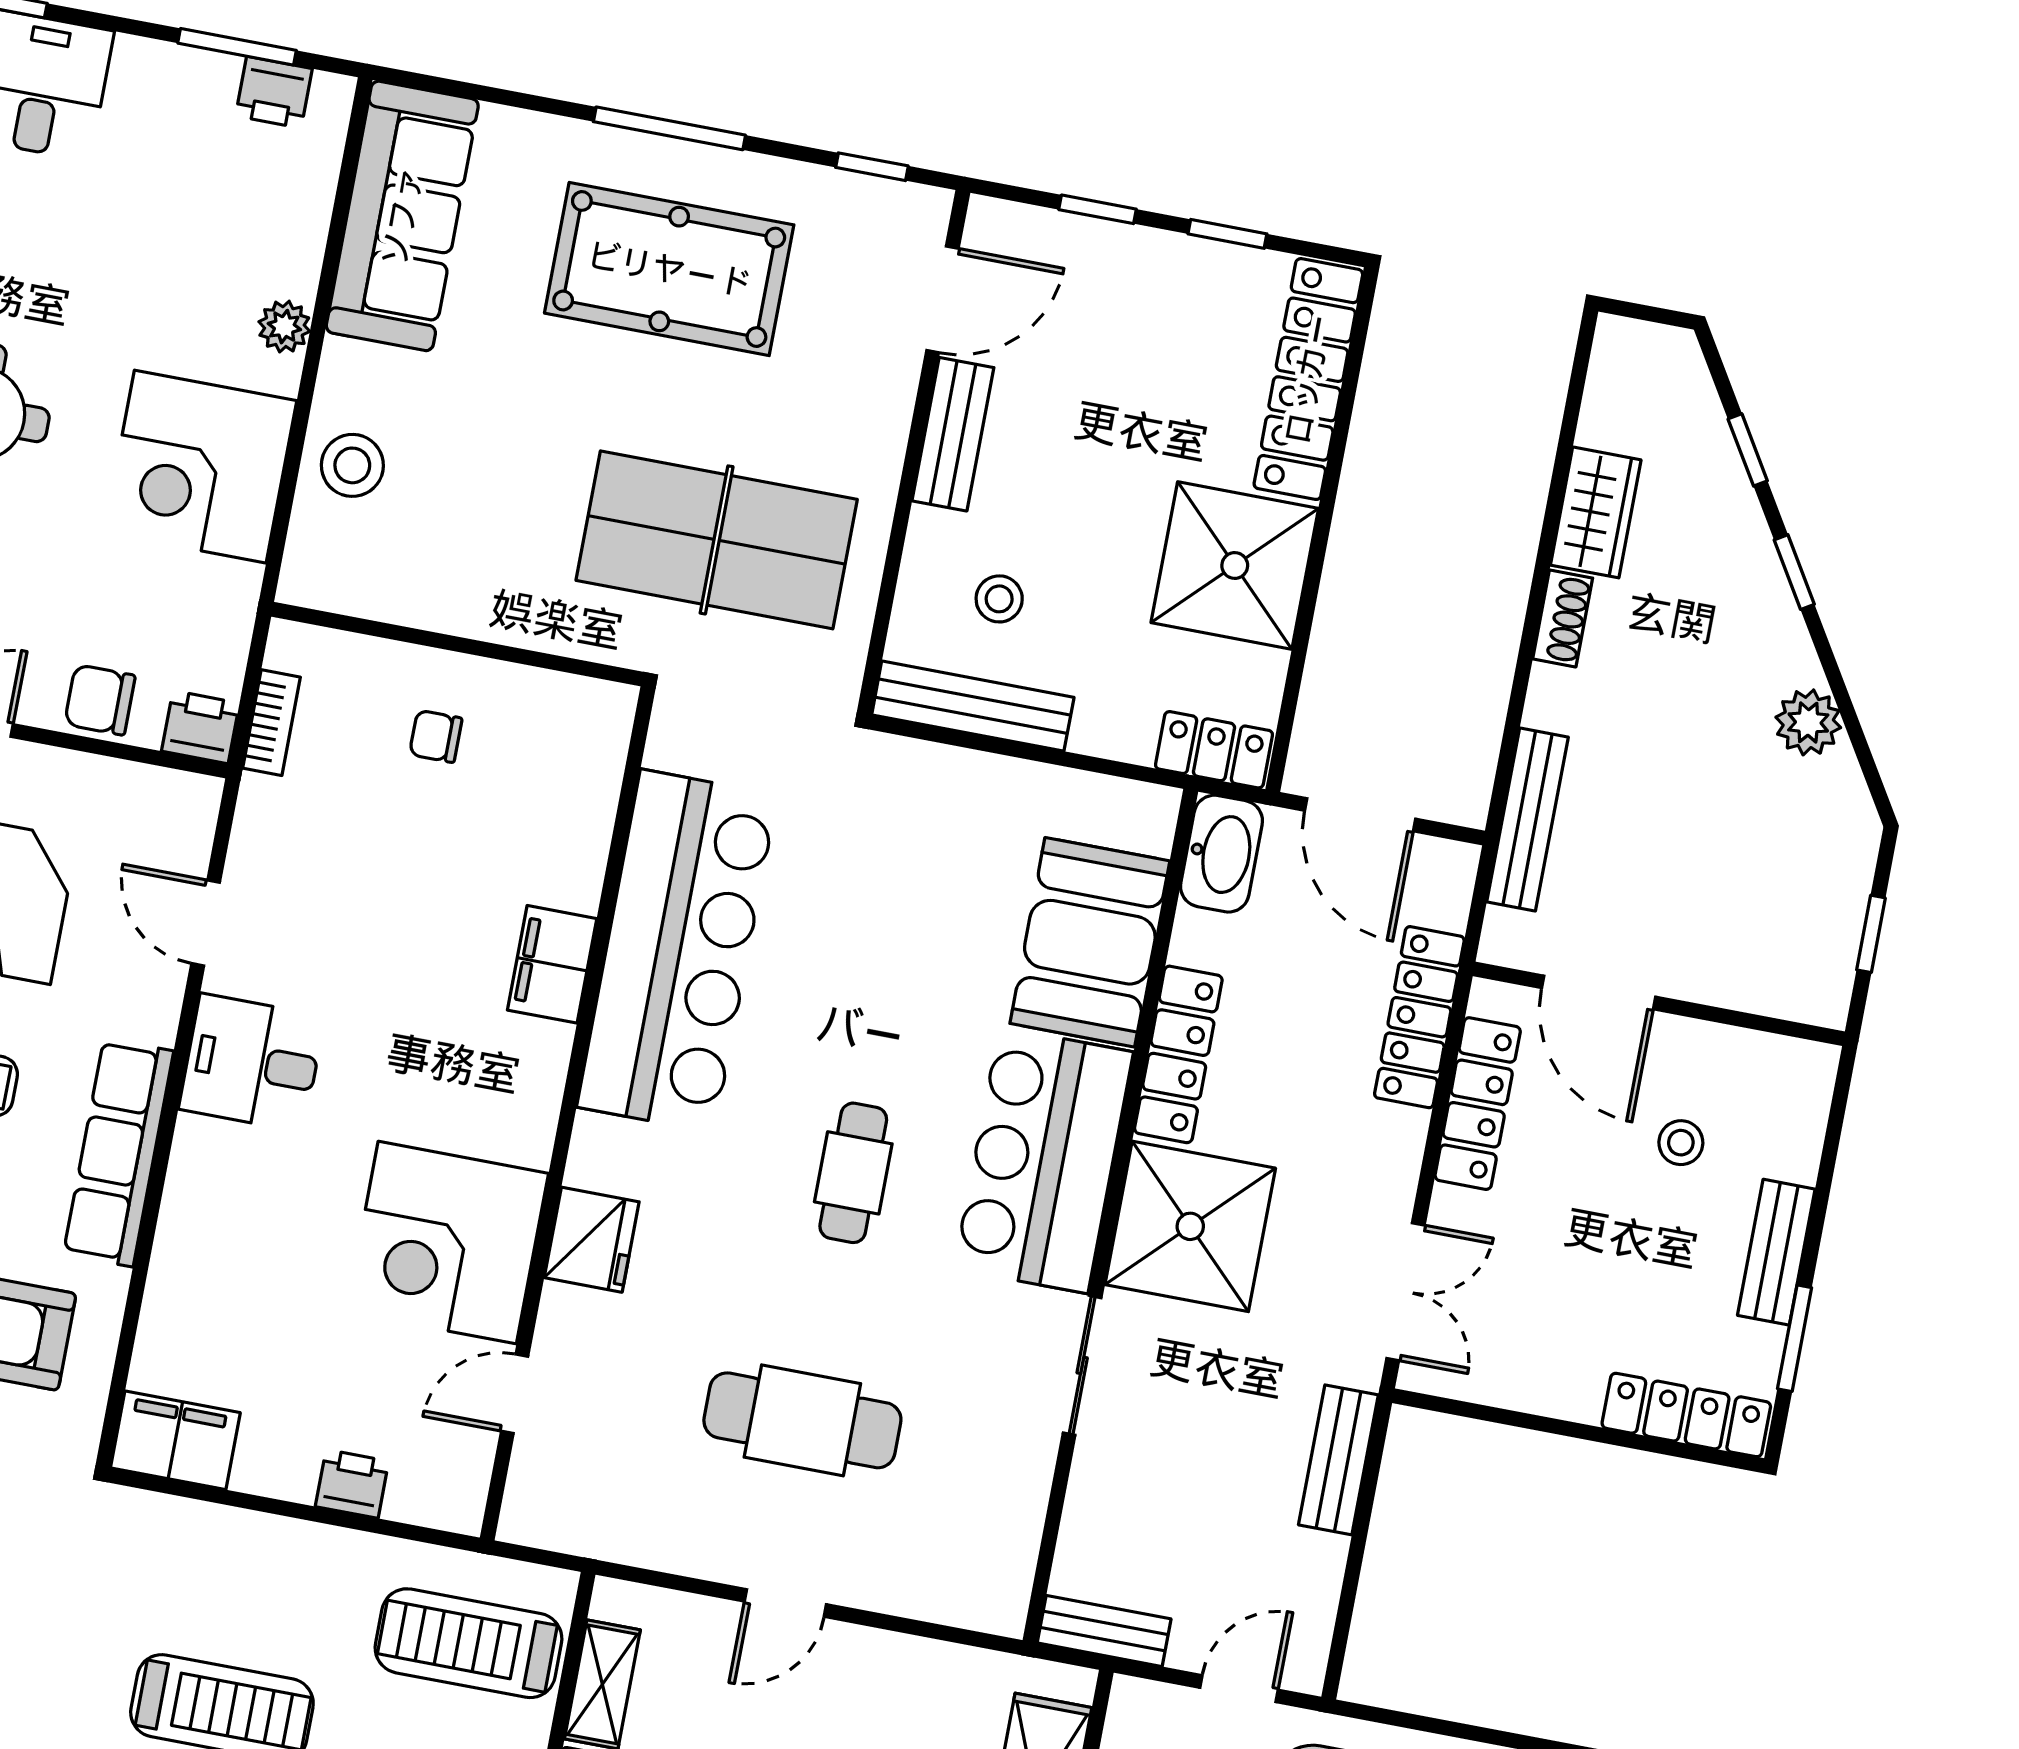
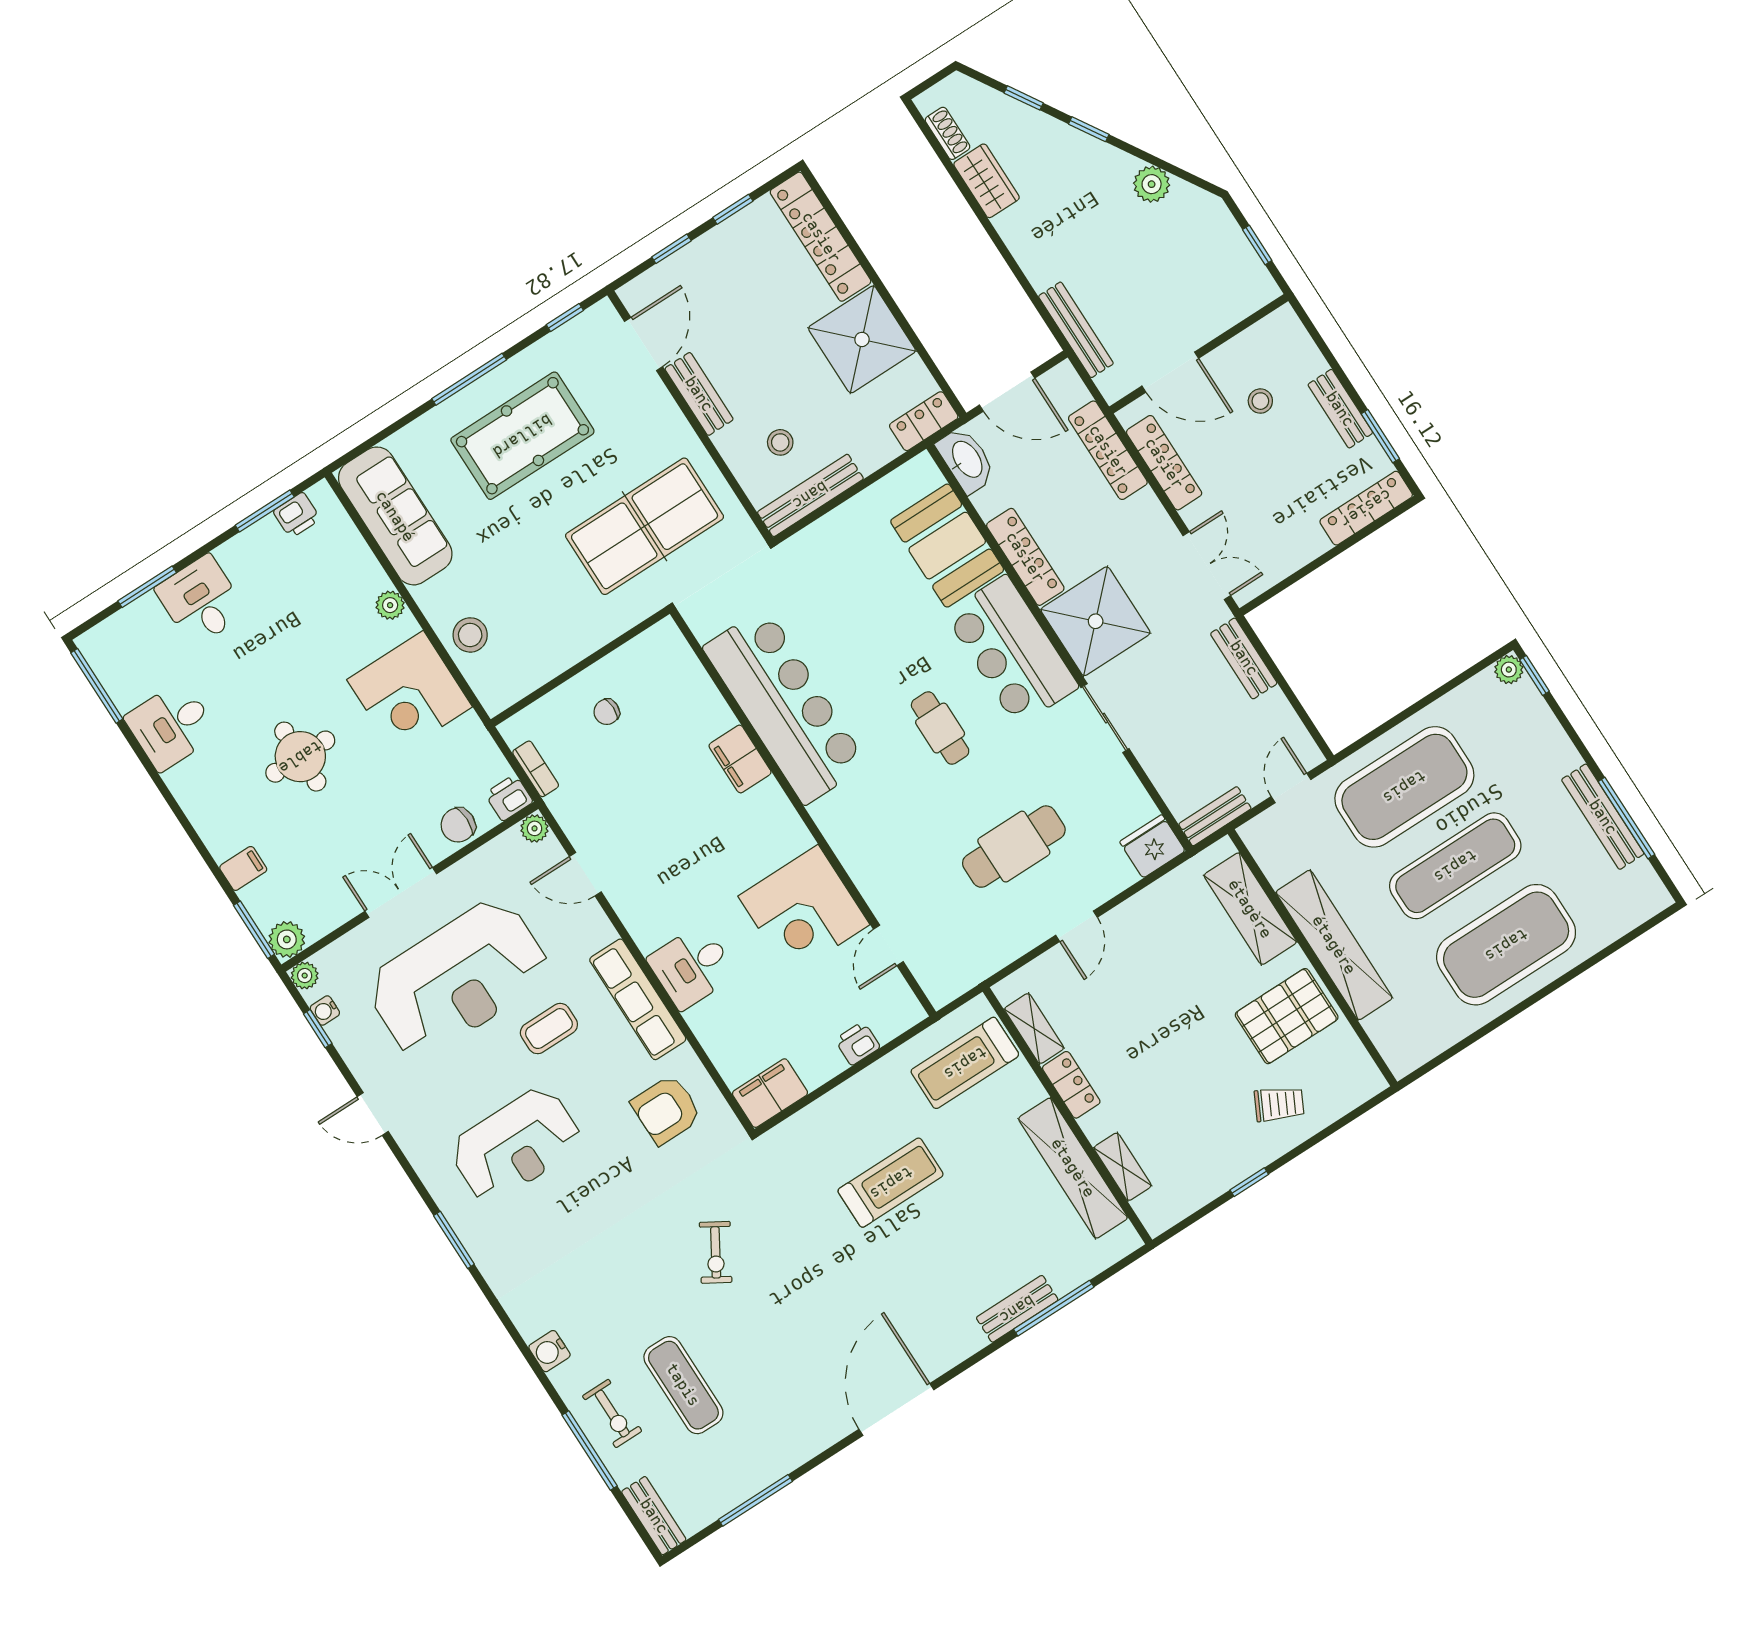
shoe rack: (1563, 618) -> (948, 133), moved
plant: (196, 800) -> (535, 828), added
desk: (252, 1063) -> (692, 967), moved
fridge: (592, 1240) -> (1152, 846), moved, turned -90

